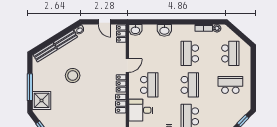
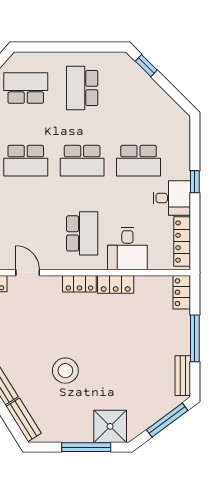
door: (127, 65) -> (28, 273), moved
school desk: (149, 85) -> (82, 233), turned 90
school desk: (190, 85) -> (82, 161), turned 180

